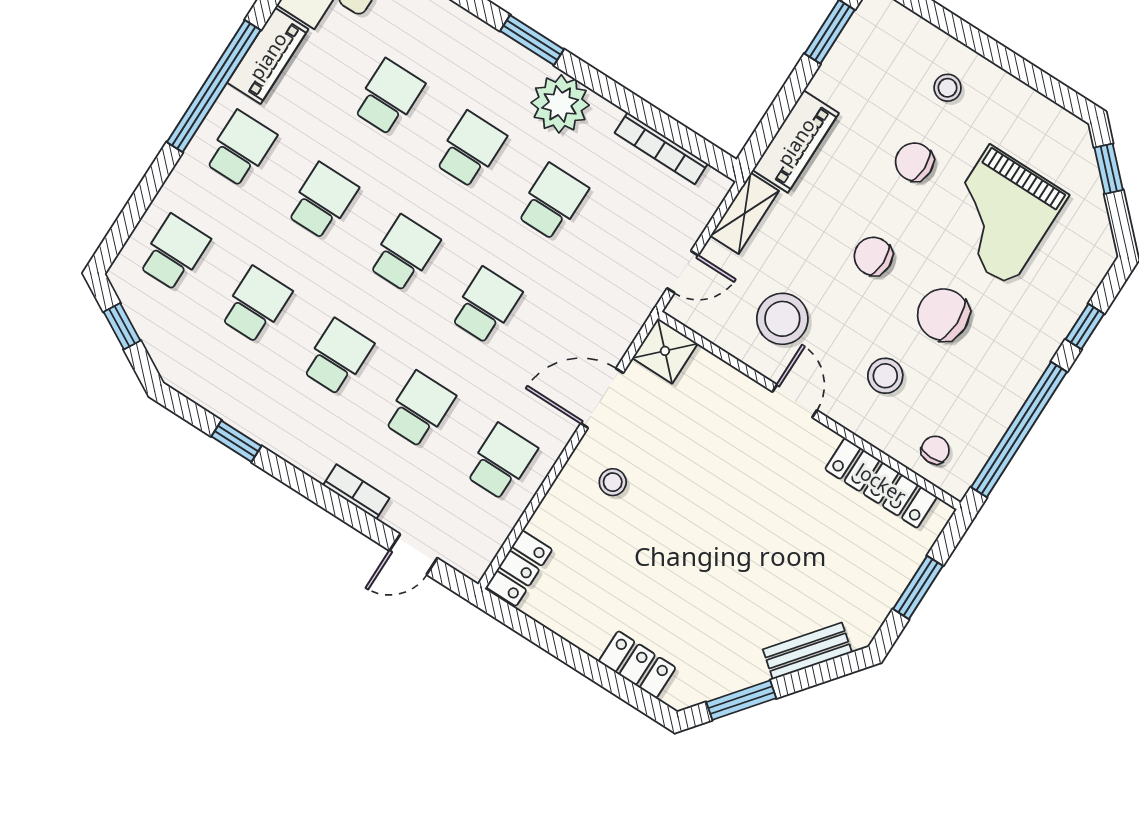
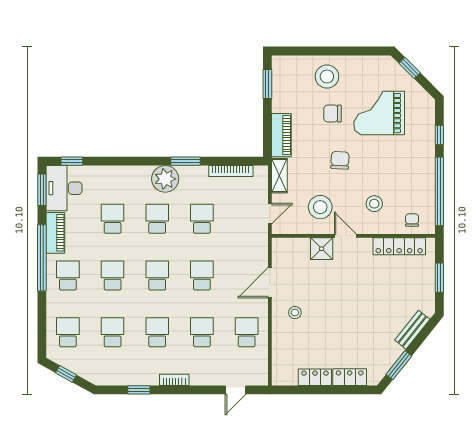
window: (532, 40) -> (185, 161), moved
stool: (948, 88) -> (327, 77), width x1.89, depth x1.89
plant: (560, 104) -> (165, 179), moved
grand piano: (1000, 216) -> (379, 113), turned 90
chair: (873, 256) -> (340, 160), turned 93
chair: (943, 315) -> (382, 166), removed
shower: (665, 351) -> (322, 249), moved
bookcase: (356, 492) -> (174, 380), moved
locker: (519, 568) -> (315, 377), moved, turned -90

